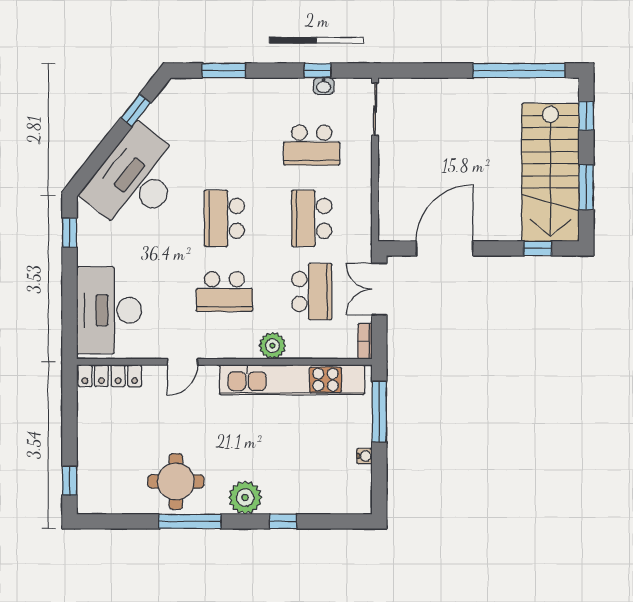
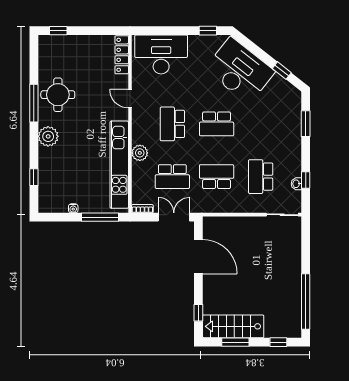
stairs: (550, 172) -> (233, 326), width x0.73, depth x0.66
school desk: (224, 218) -> (217, 124), turned 180
window: (283, 521) -> (34, 177), moved

